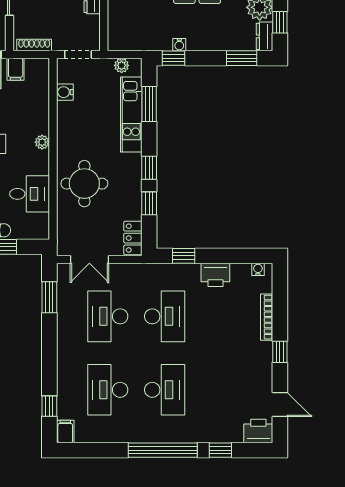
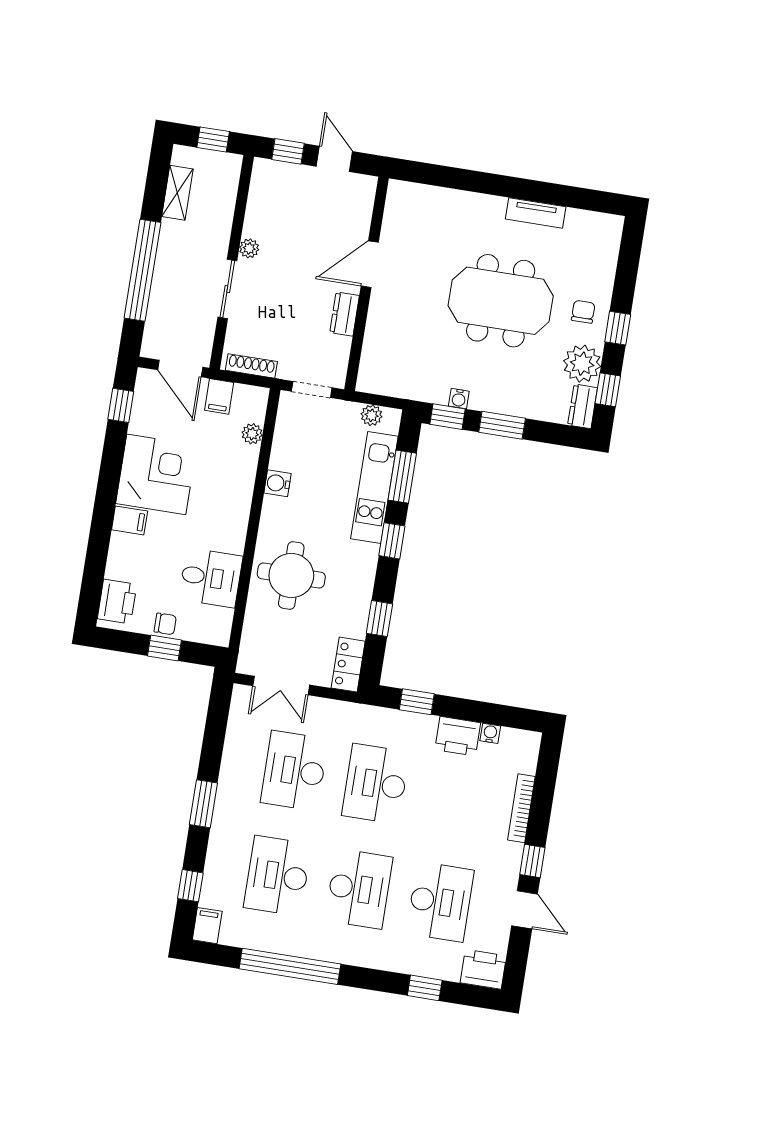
window: (242, 58) -> (502, 425), moved
water cooler: (65, 92) -> (278, 483), moved
plant: (42, 142) -> (252, 434), moved
window: (149, 168) -> (392, 541), moved
water cooler: (258, 269) -> (490, 733), moved
window: (49, 297) -> (203, 804), moved
desk: (165, 316) -> (376, 784), turned 180
desk: (221, 390) -> (440, 902), added
door: (280, 405) -> (524, 910), moved
window: (163, 450) -> (290, 966), moved

